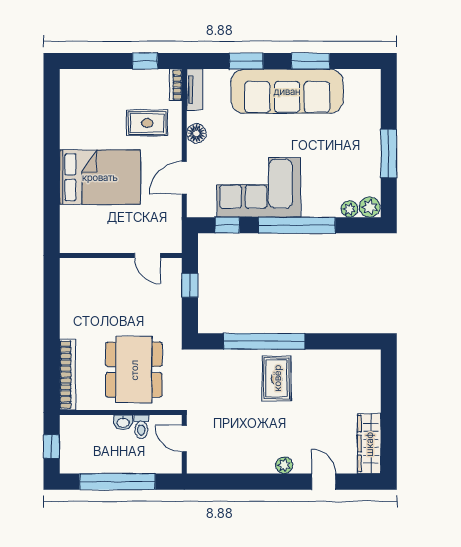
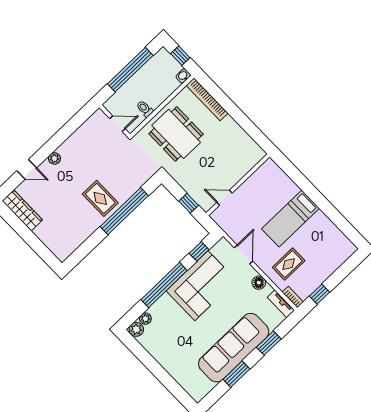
window: (389, 154) -> (153, 365), removed
bed: (100, 177) -> (290, 219), width x0.67
washbasin: (123, 422) -> (183, 76), moved

